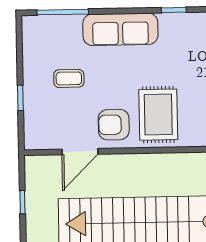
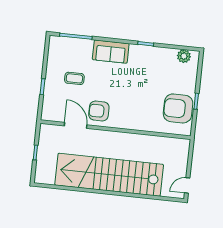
sofa: (120, 29) -> (111, 52), width x0.73
rug: (158, 115) -> (128, 108), removed
door: (80, 152) -> (76, 125), swing flipped

